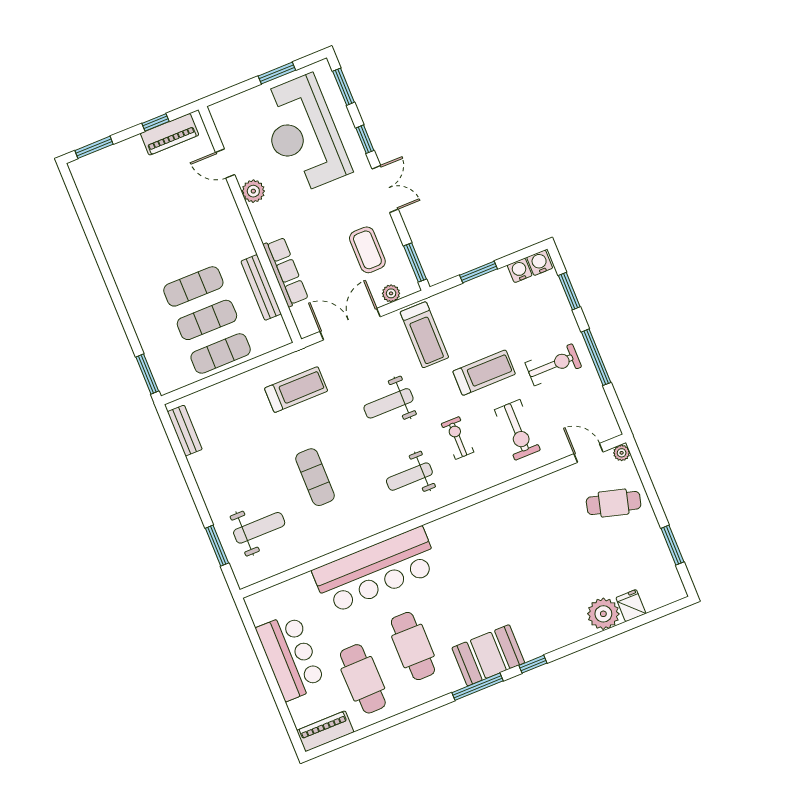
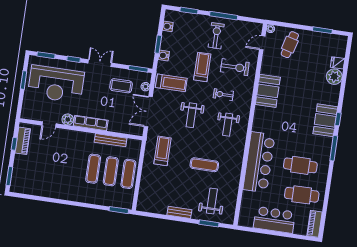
water cooler: (540, 263) -> (164, 56), moved
row of seats: (286, 272) -> (91, 123), moved
bench: (185, 431) -> (179, 212), moved
booth: (510, 512) -> (268, 91), added
booth: (488, 655) -> (325, 120), moved

